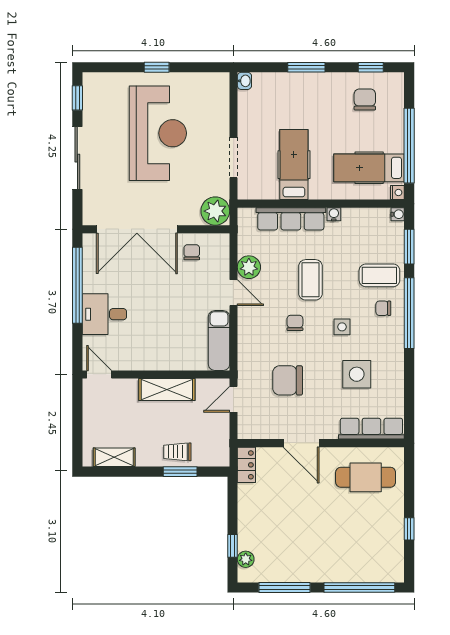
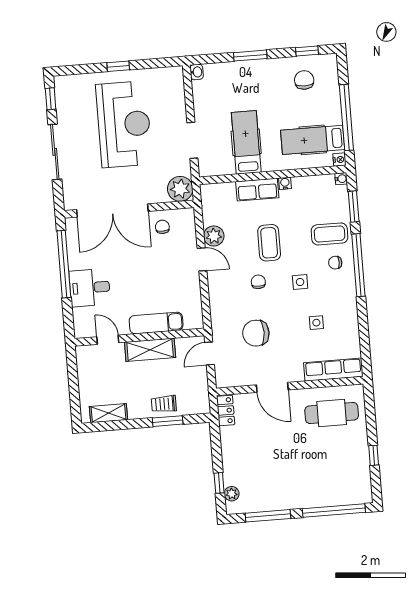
row of seats: (291, 219) -> (257, 190), width x0.68
exam couch: (219, 340) -> (156, 323), moved, turned 90
door: (99, 374) -> (108, 340), moved
side table: (357, 374) -> (316, 323), width x0.54, depth x0.54

